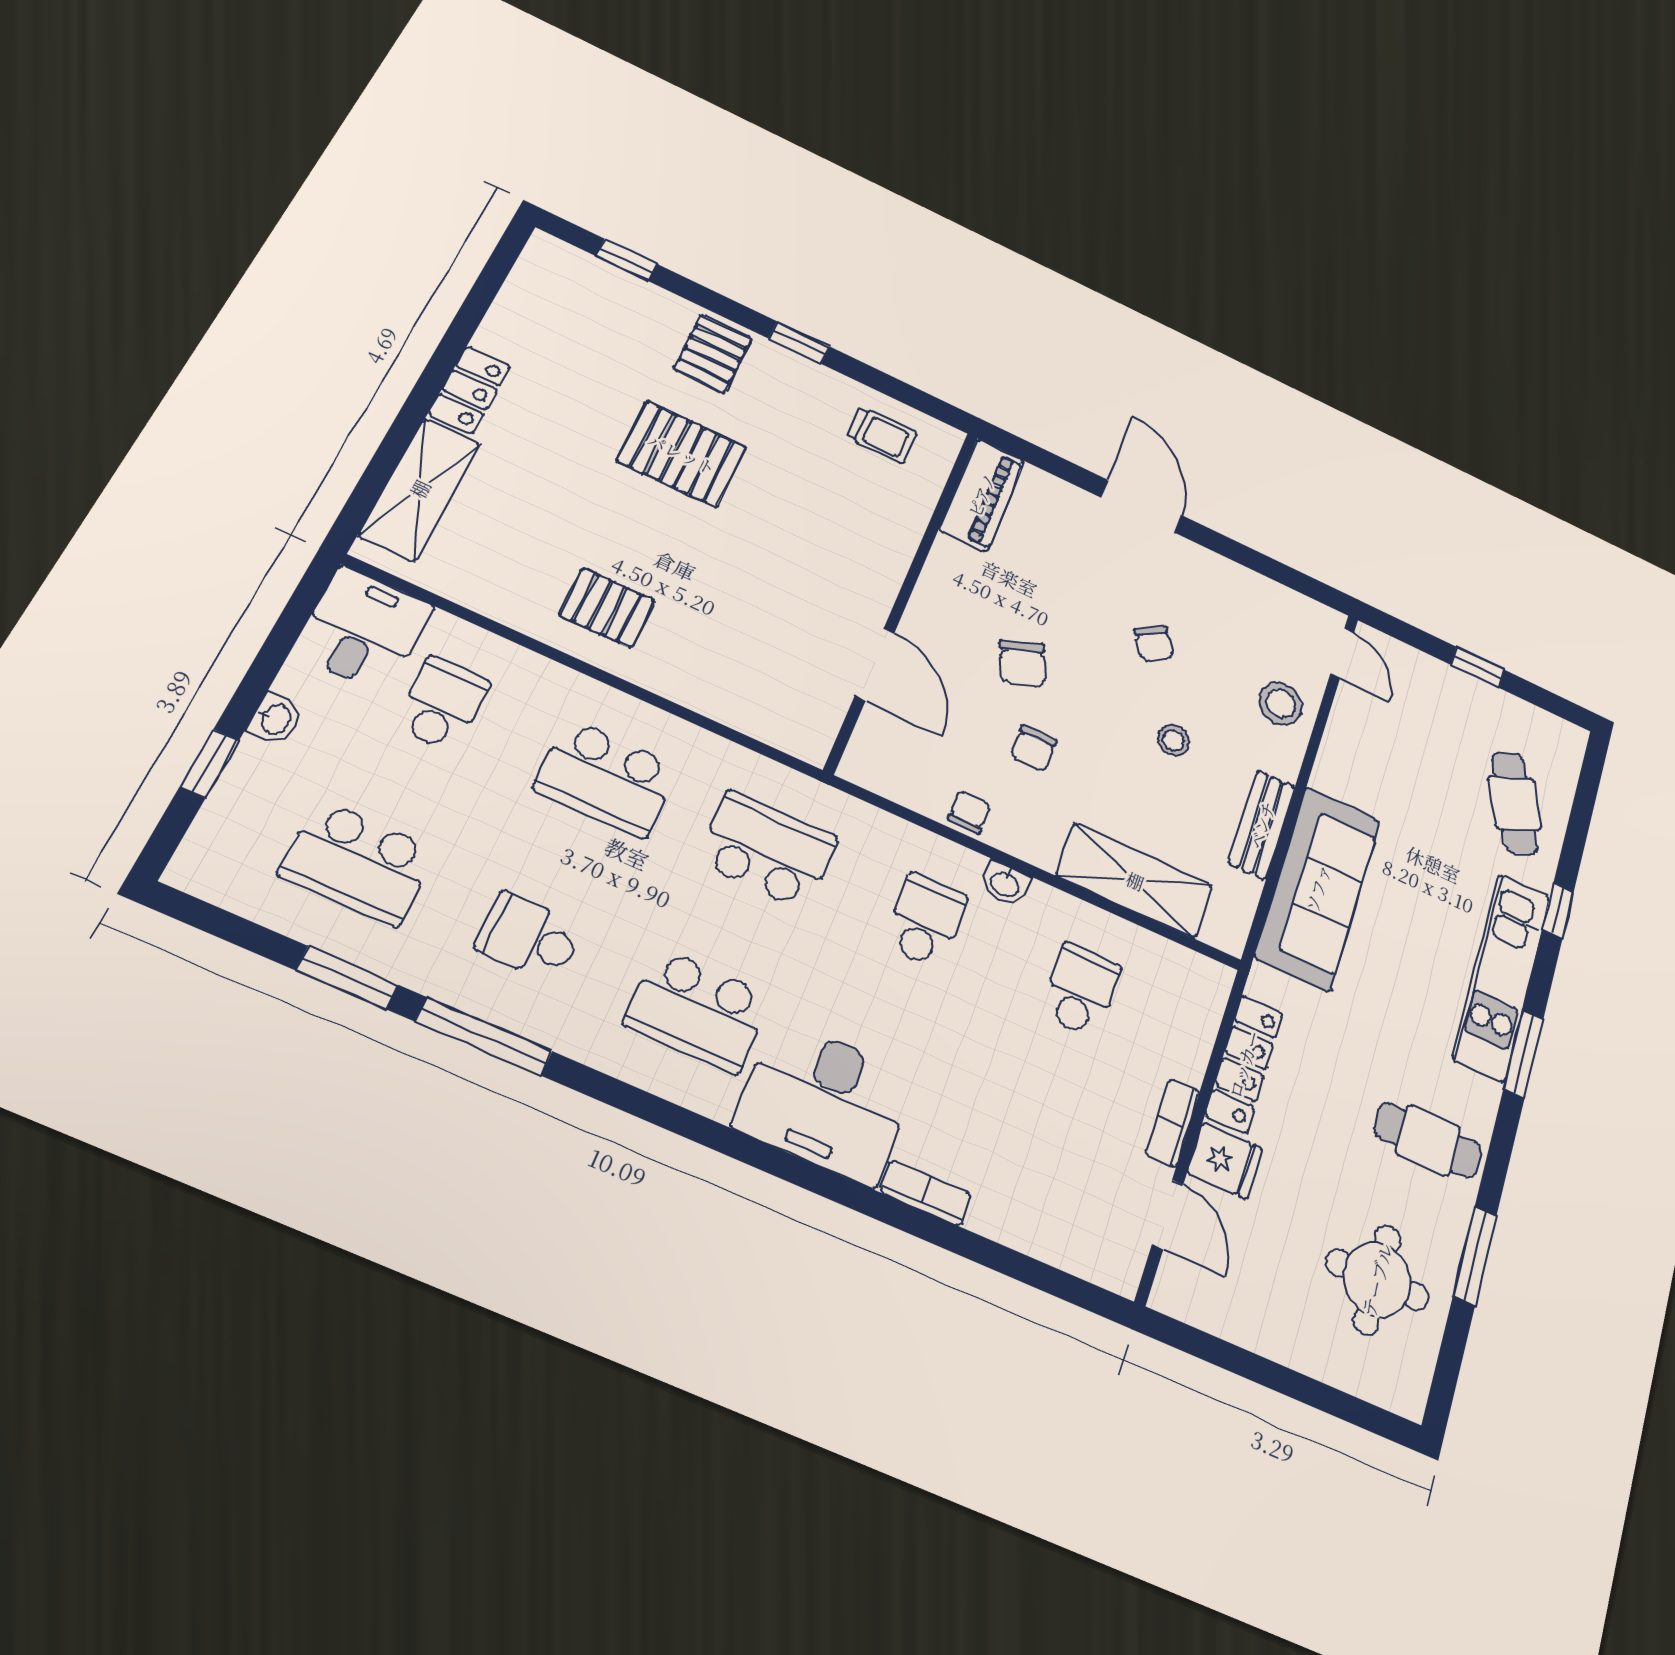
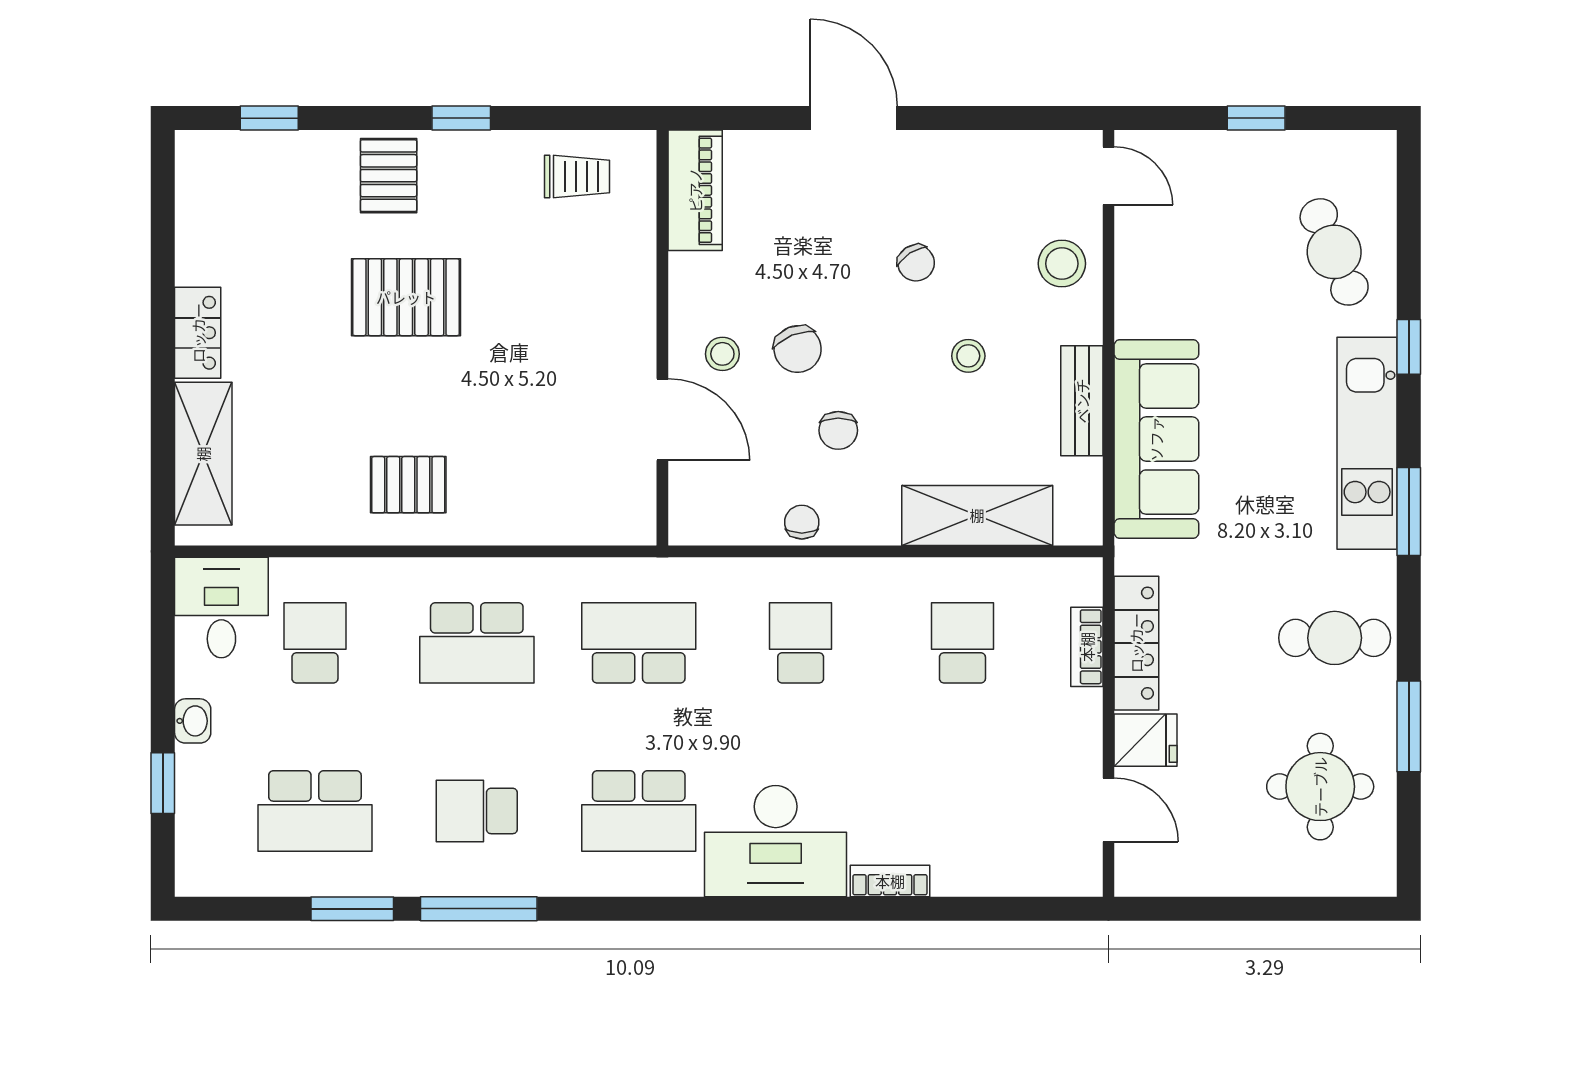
stool: (953, 636) -> (722, 354), added
washbasin: (1005, 884) -> (859, 575), removed
bookcase: (1173, 1123) -> (1087, 647), moved

